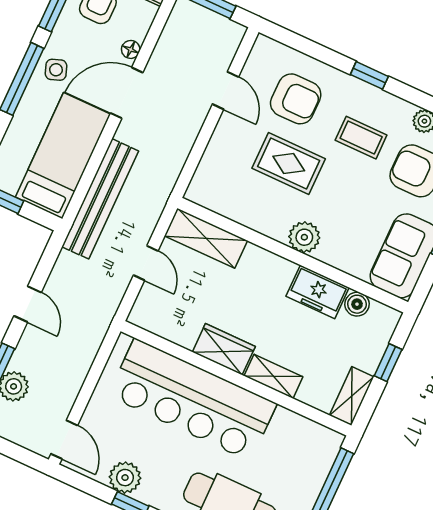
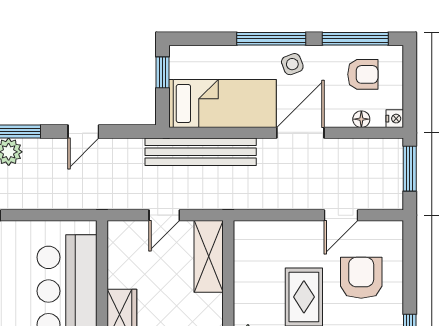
floor lamp: (131, 49) -> (361, 119), moved
door: (127, 93) -> (300, 133), hinge flipped
armchair: (296, 99) -> (361, 278), turned 180

